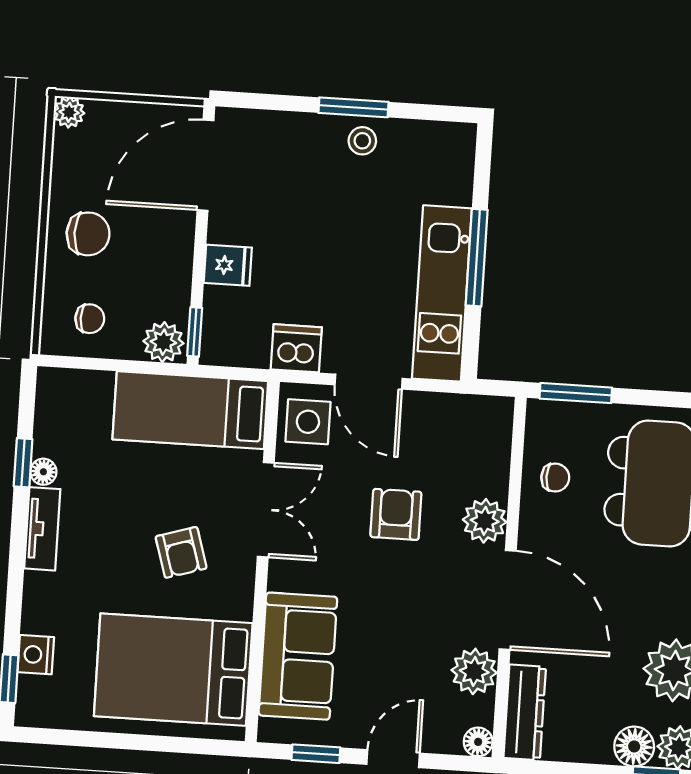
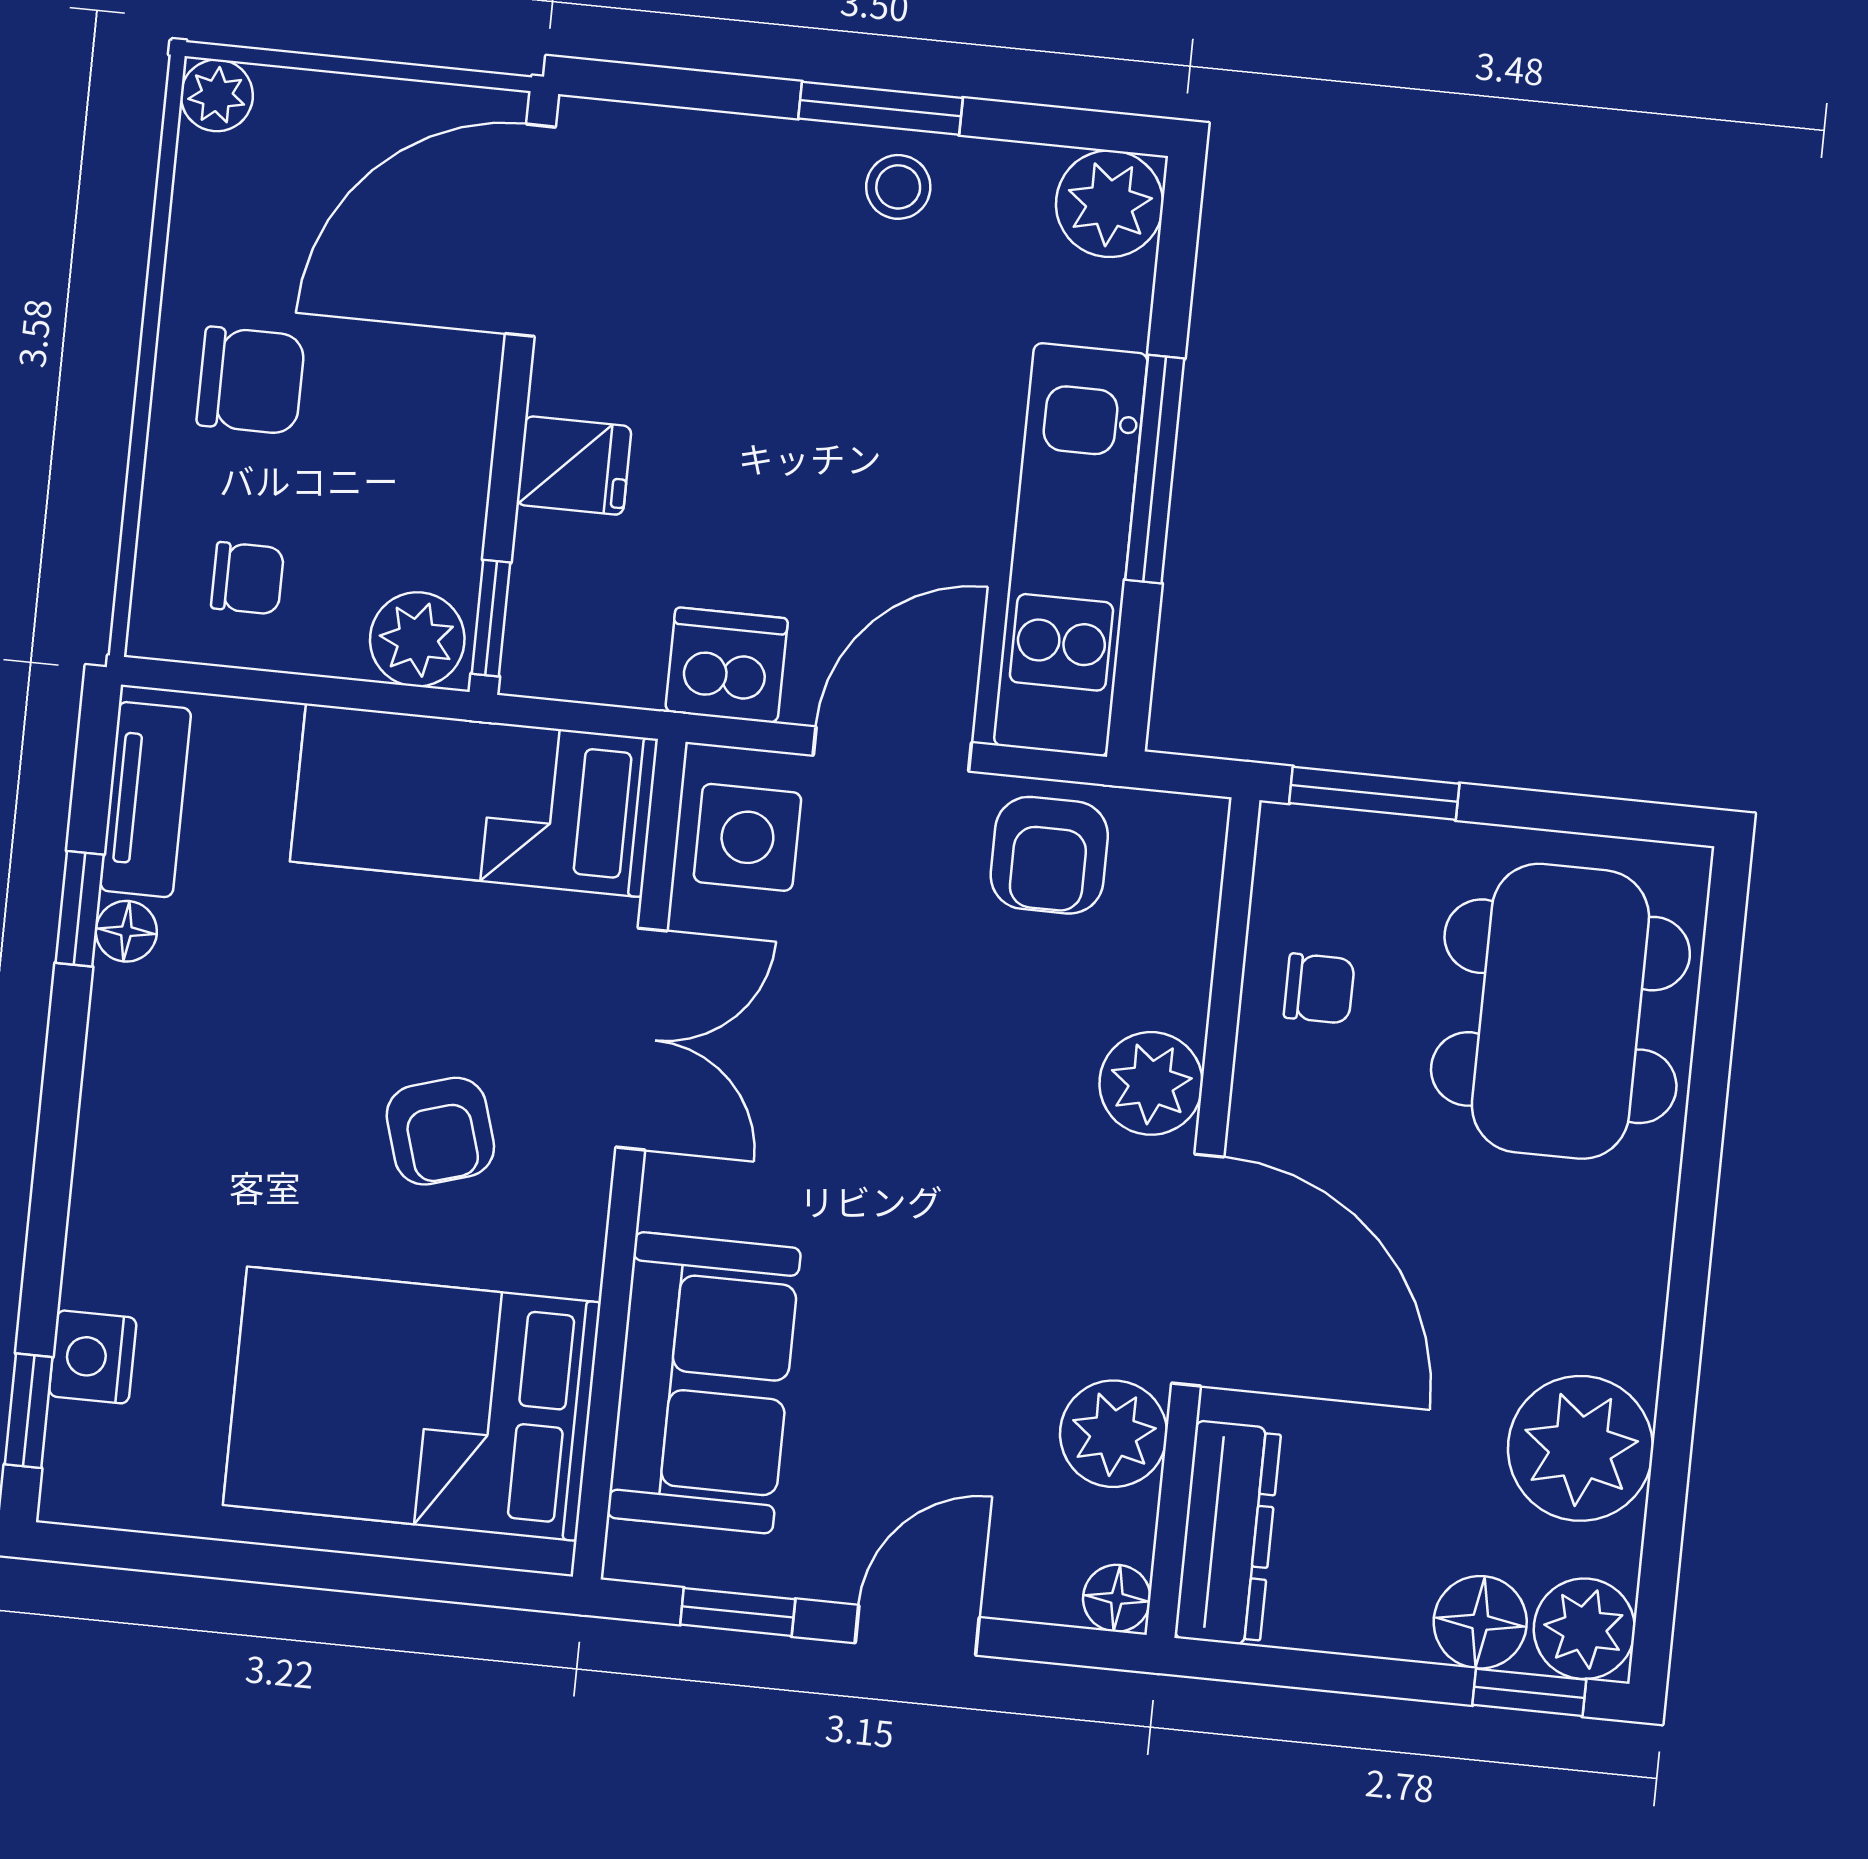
plant: (453, 145) -> (1110, 204), added
door: (369, 382) -> (892, 749), swing flipped
armchair: (396, 514) -> (1049, 855), moved, turned 180
tv unit: (42, 529) -> (146, 800), moved

